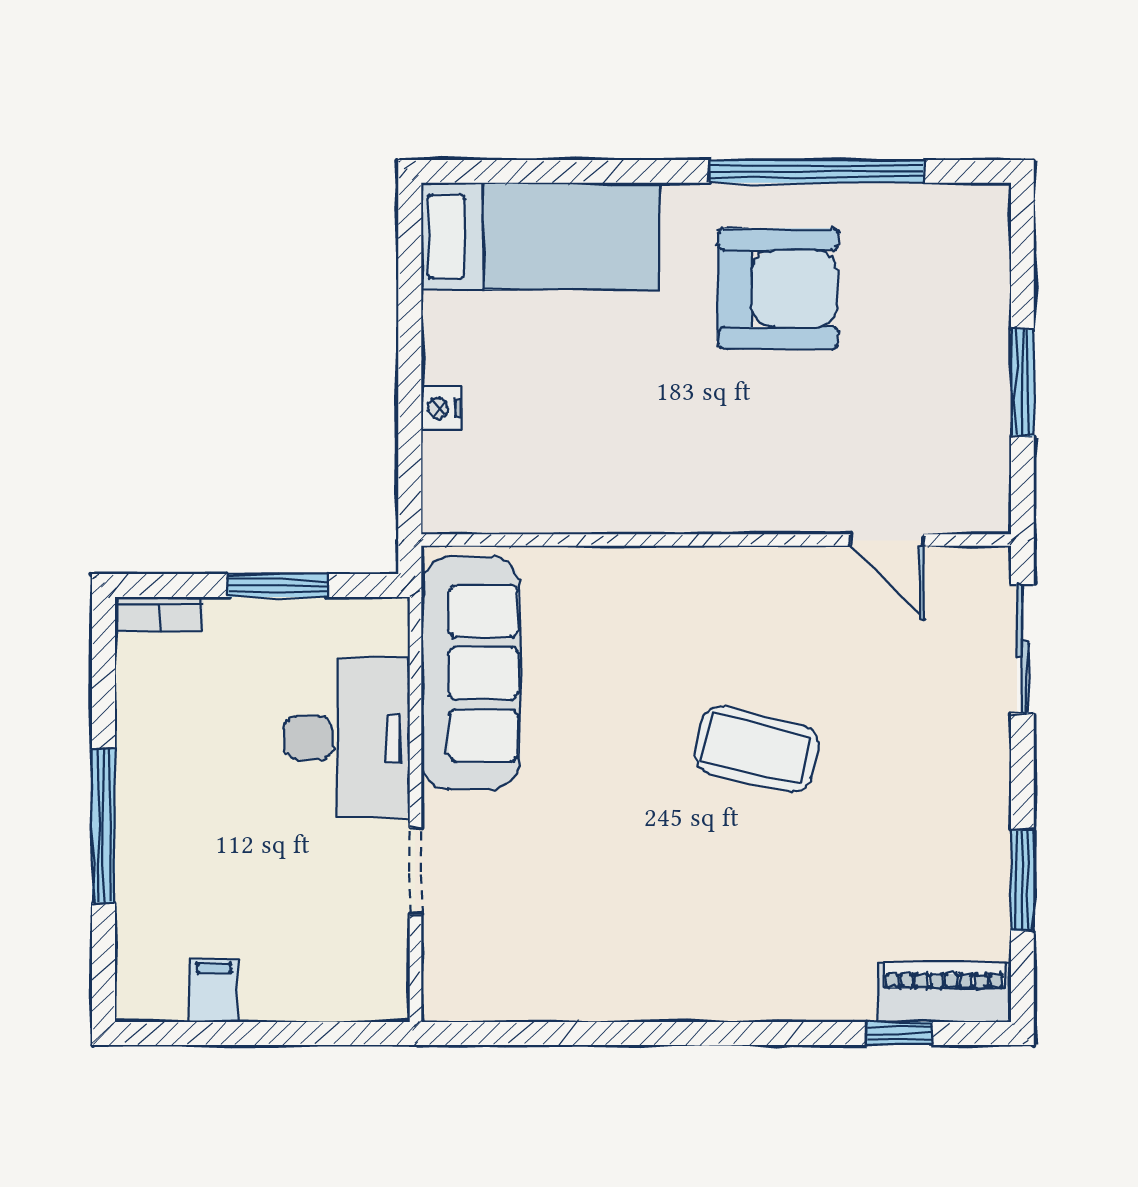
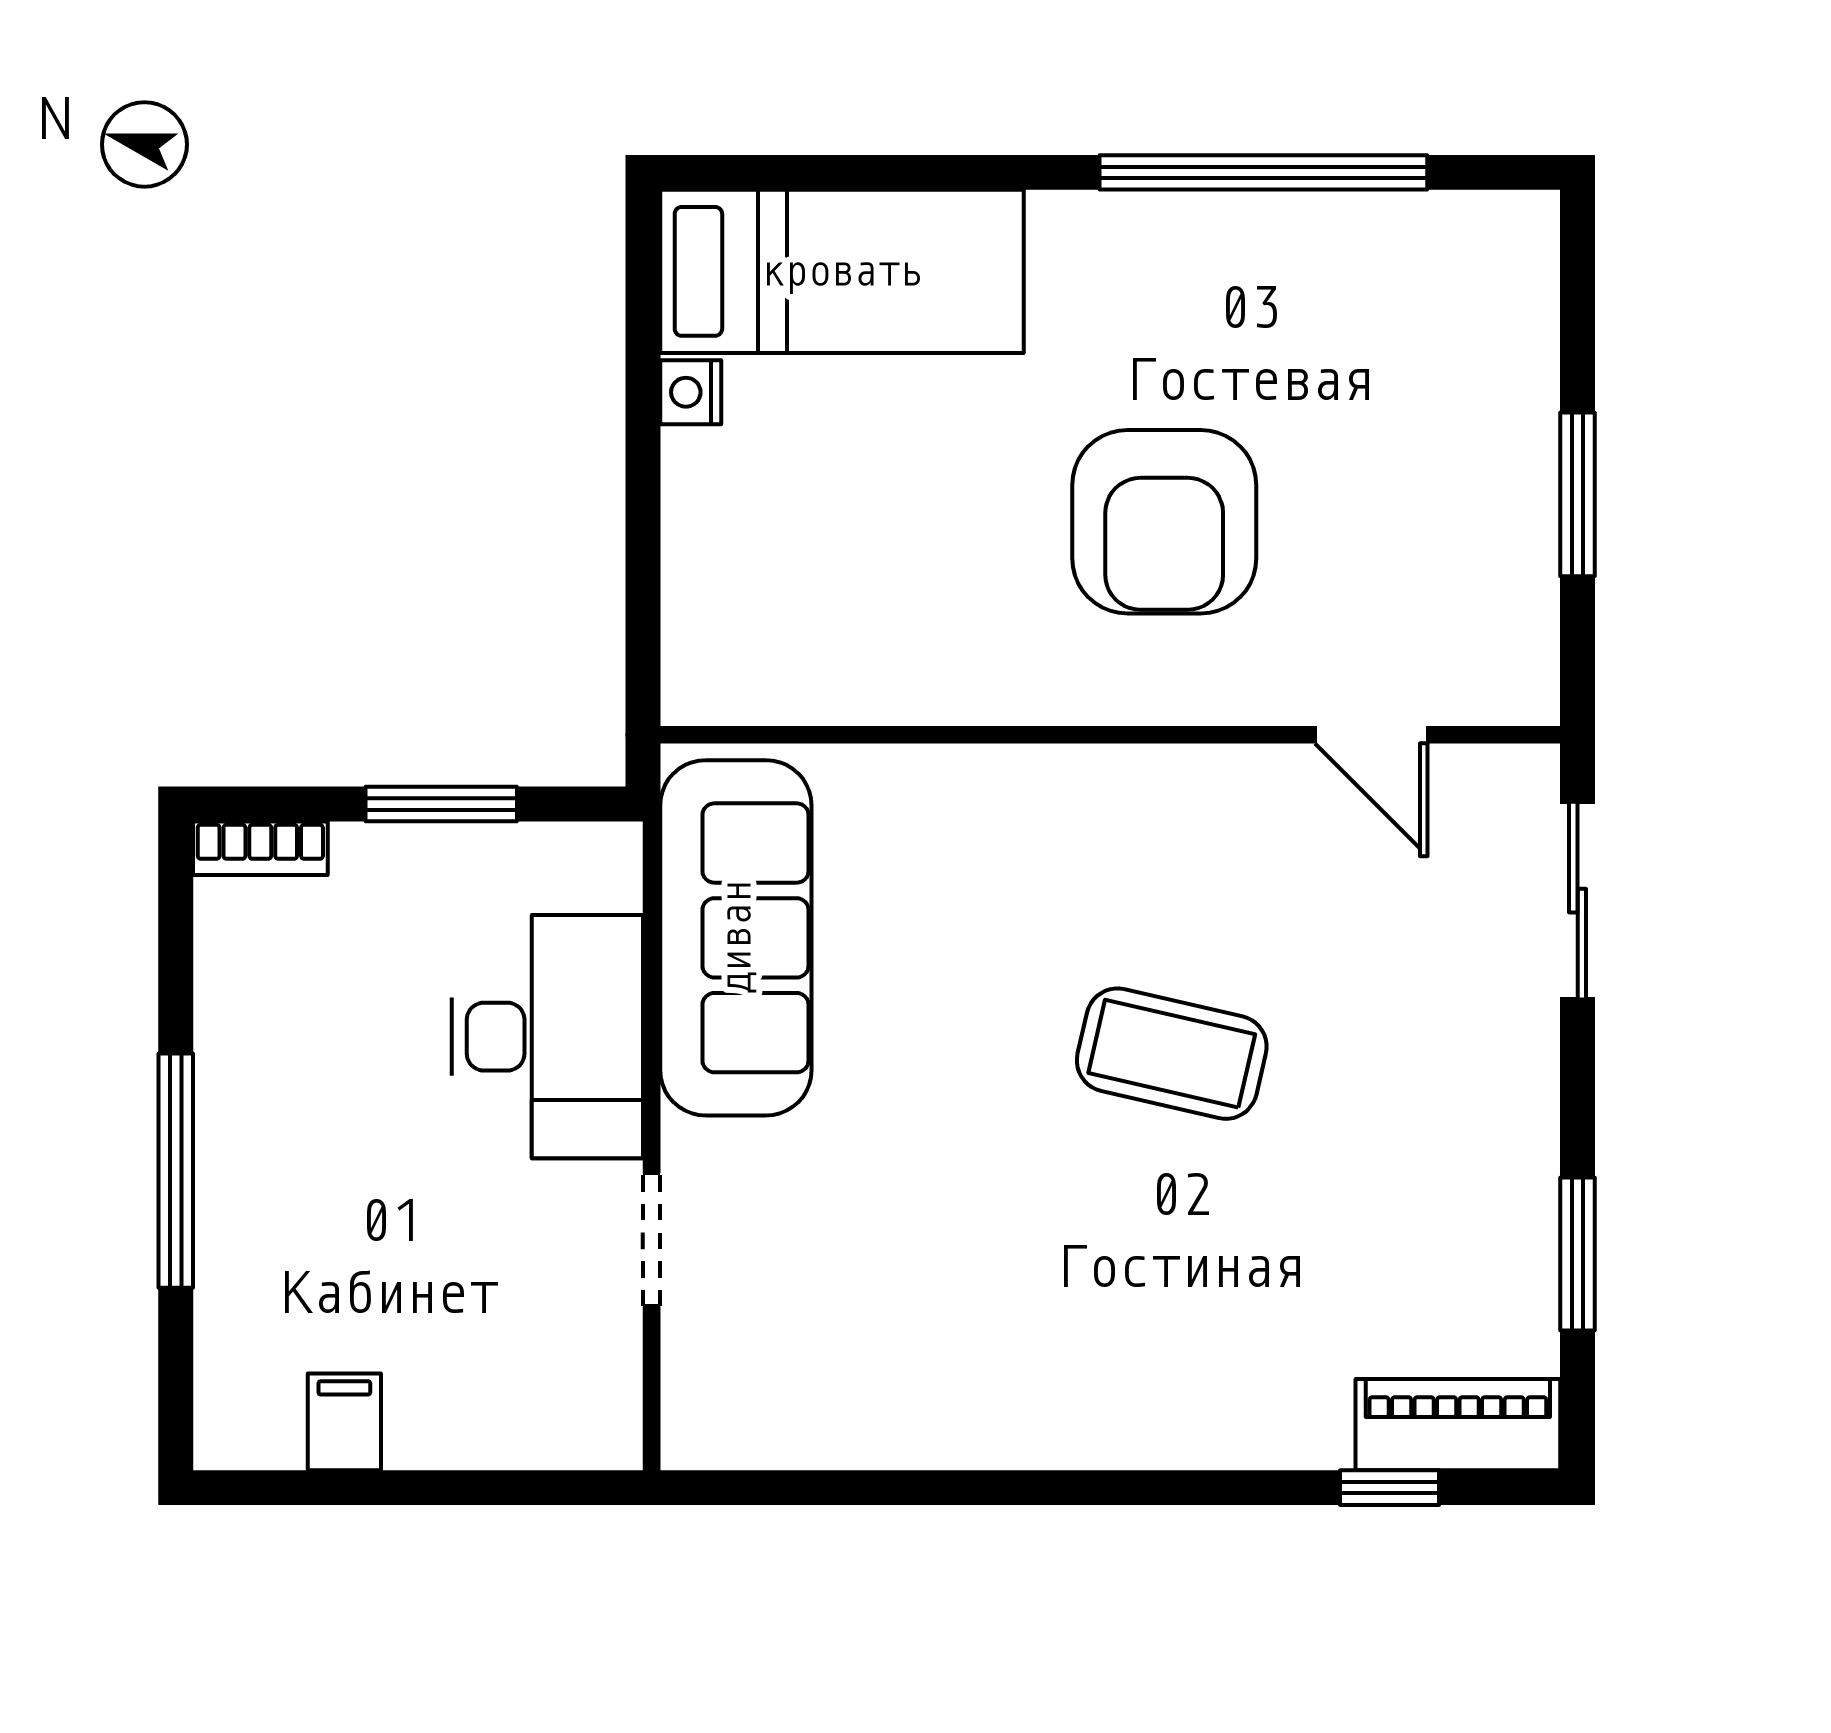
armchair: (778, 289) -> (1164, 522), moved, turned 90
nightstand: (441, 408) -> (691, 392), moved

